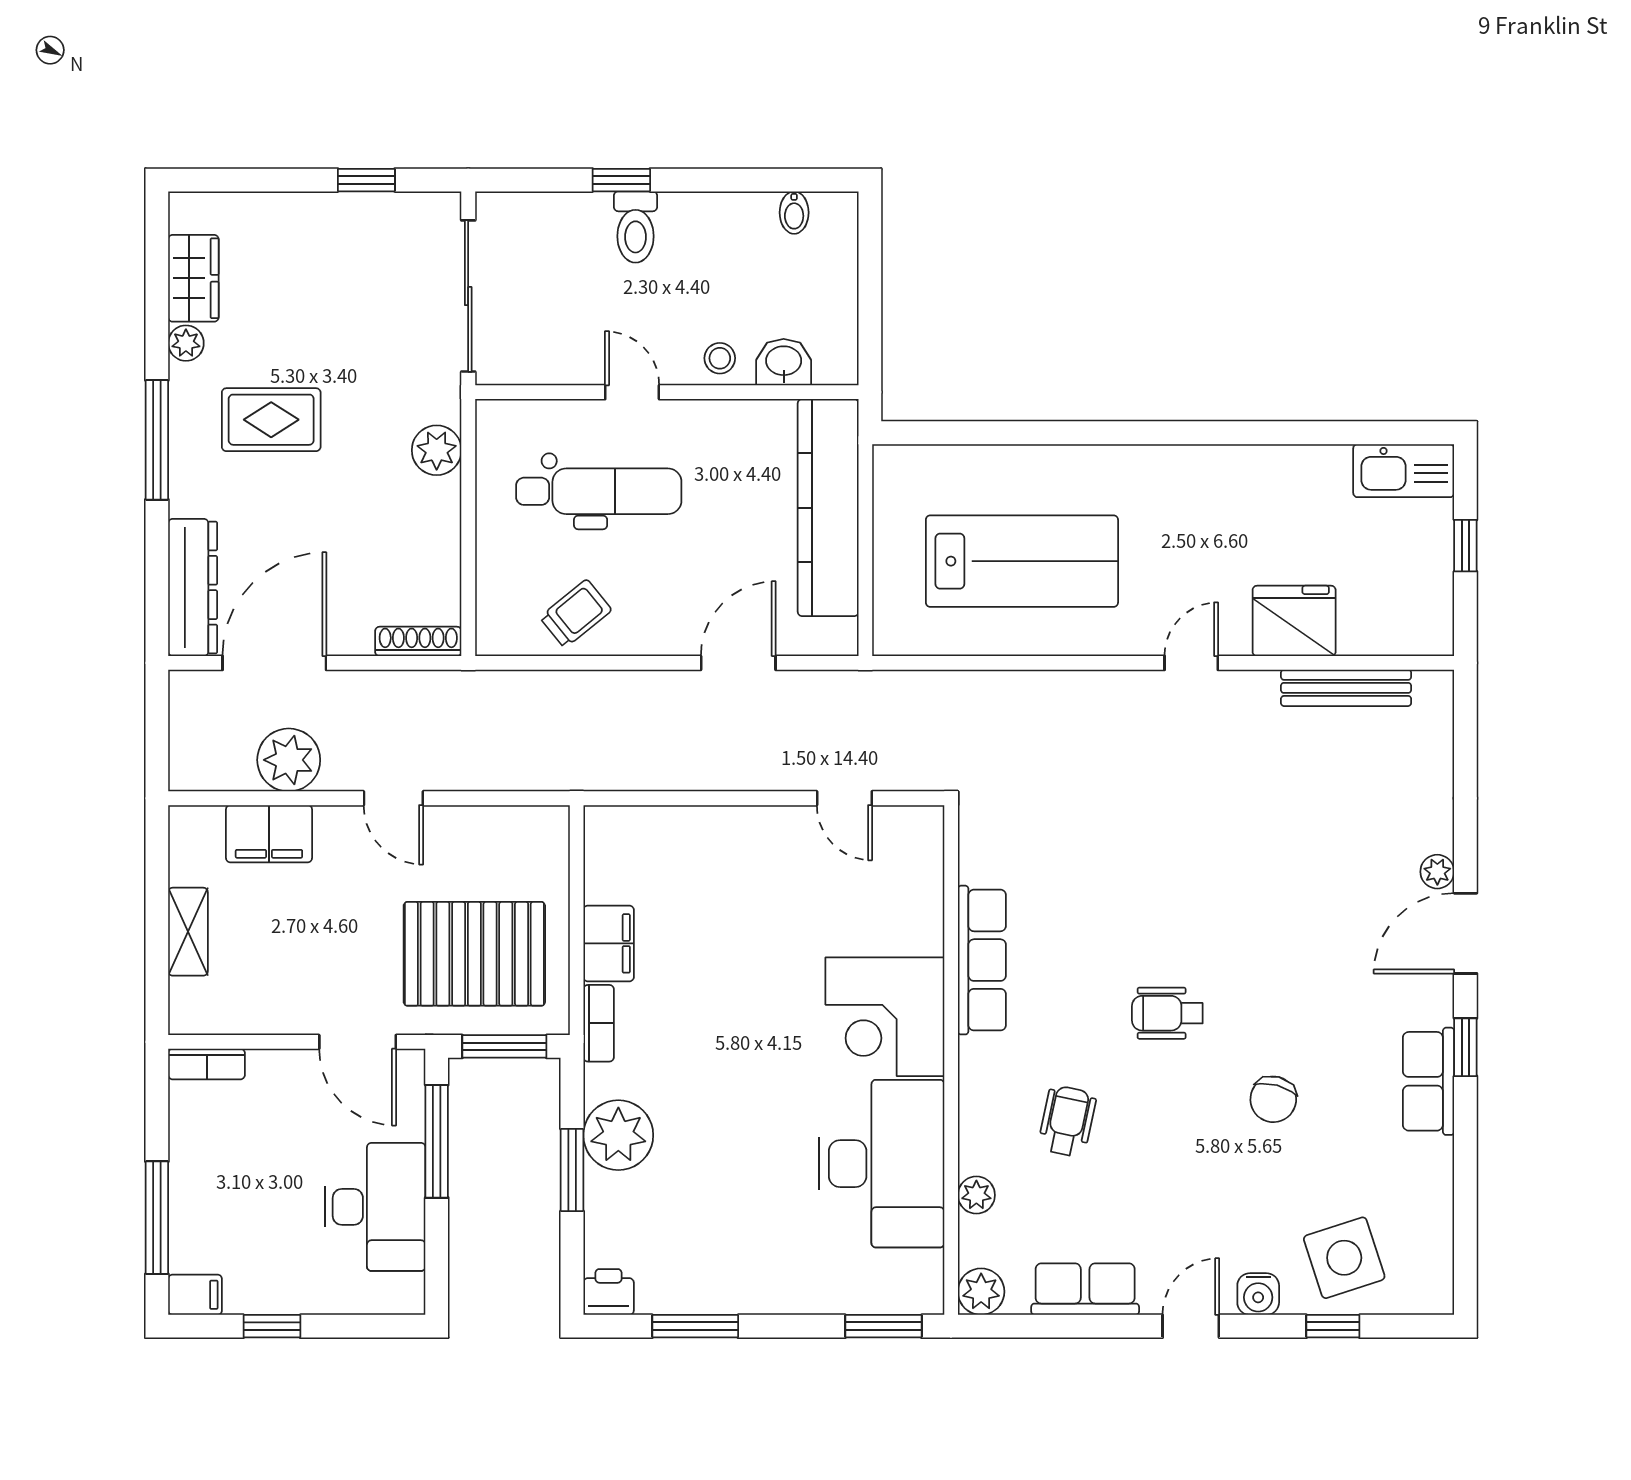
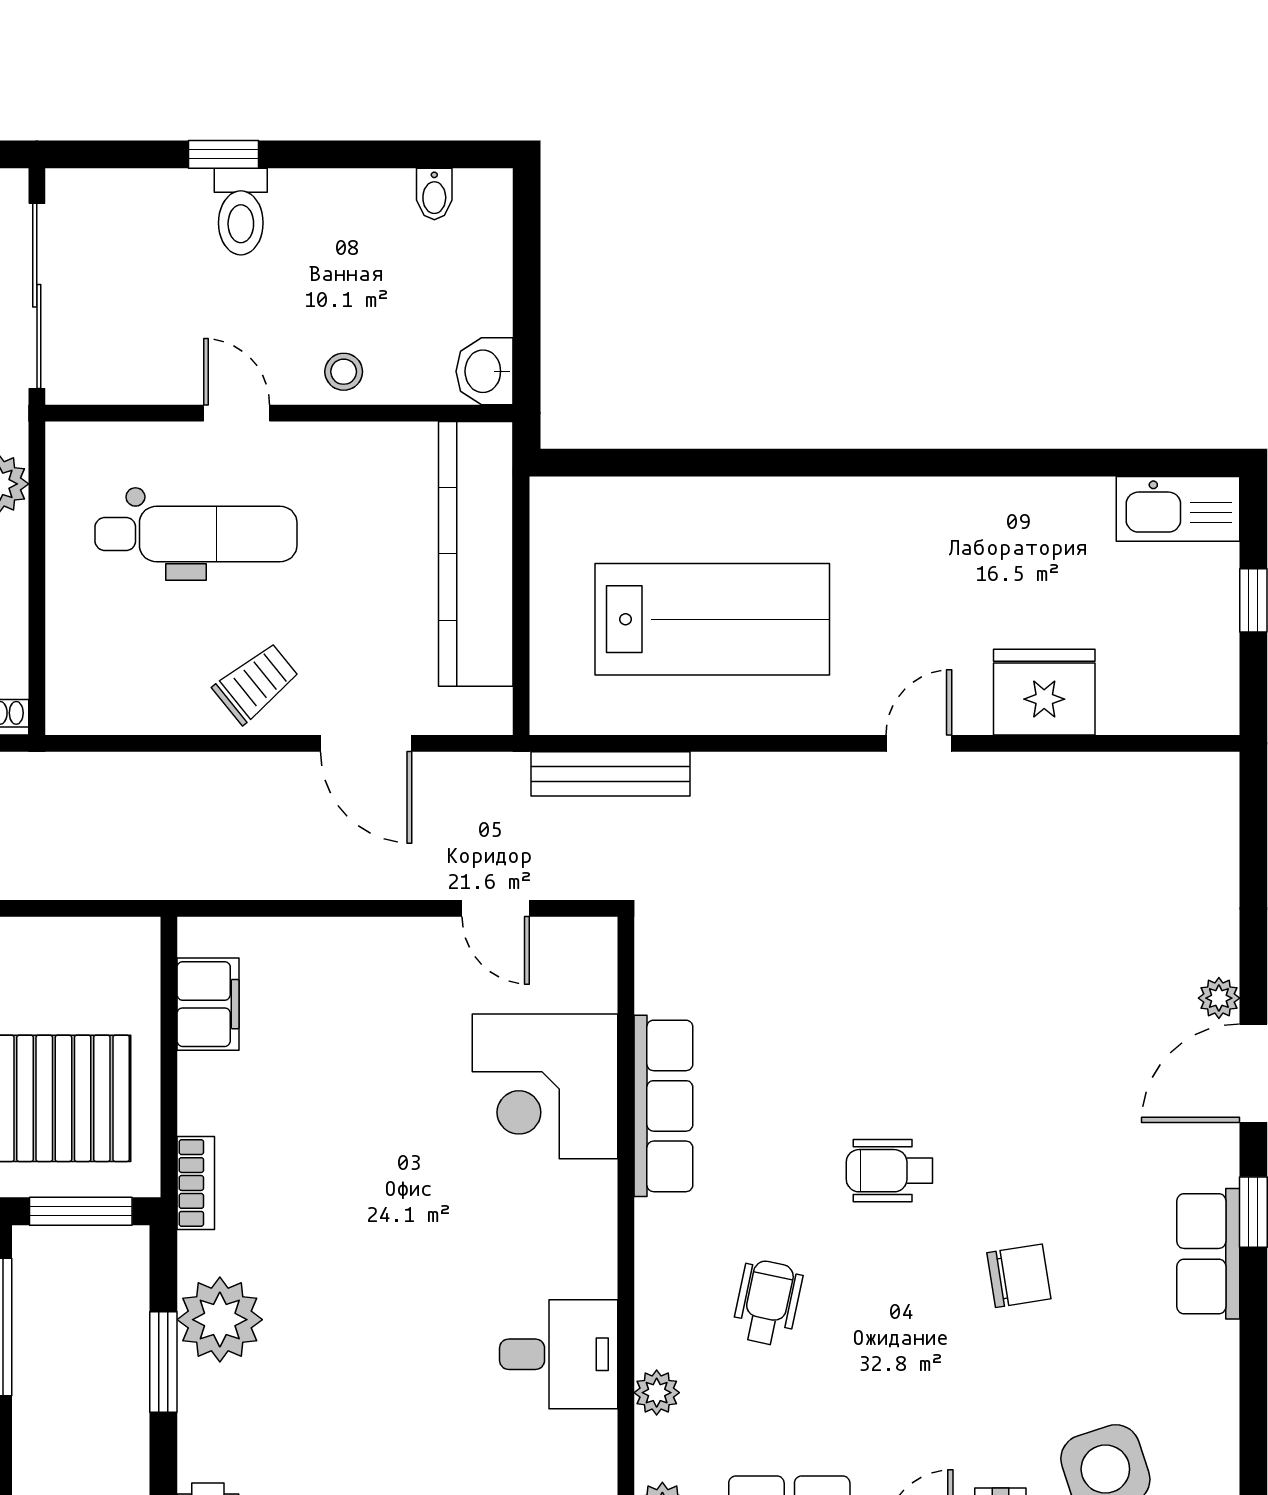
washbasin: (784, 362) -> (485, 371), moved, turned -90
trolley: (576, 614) -> (256, 683), moved
door: (738, 663) -> (366, 743), swing flipped
bench: (1346, 688) -> (611, 774), moved
filing cabinet: (609, 943) -> (208, 1004), moved
corner desk: (885, 1017) -> (545, 1086), moved
chair: (1273, 1099) -> (1019, 1276), turned -114
desk: (881, 1164) -> (559, 1354), width x0.53, depth x0.77

